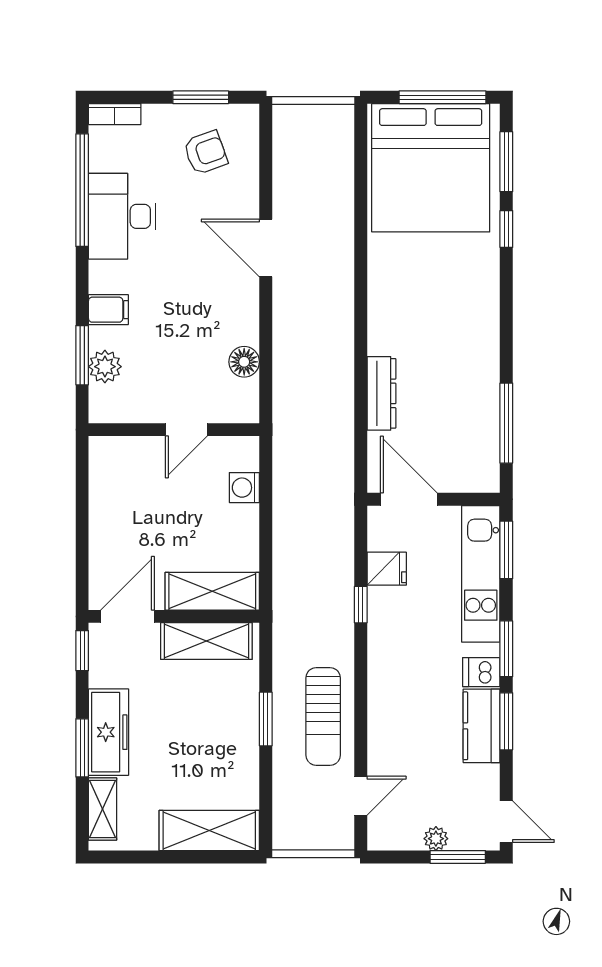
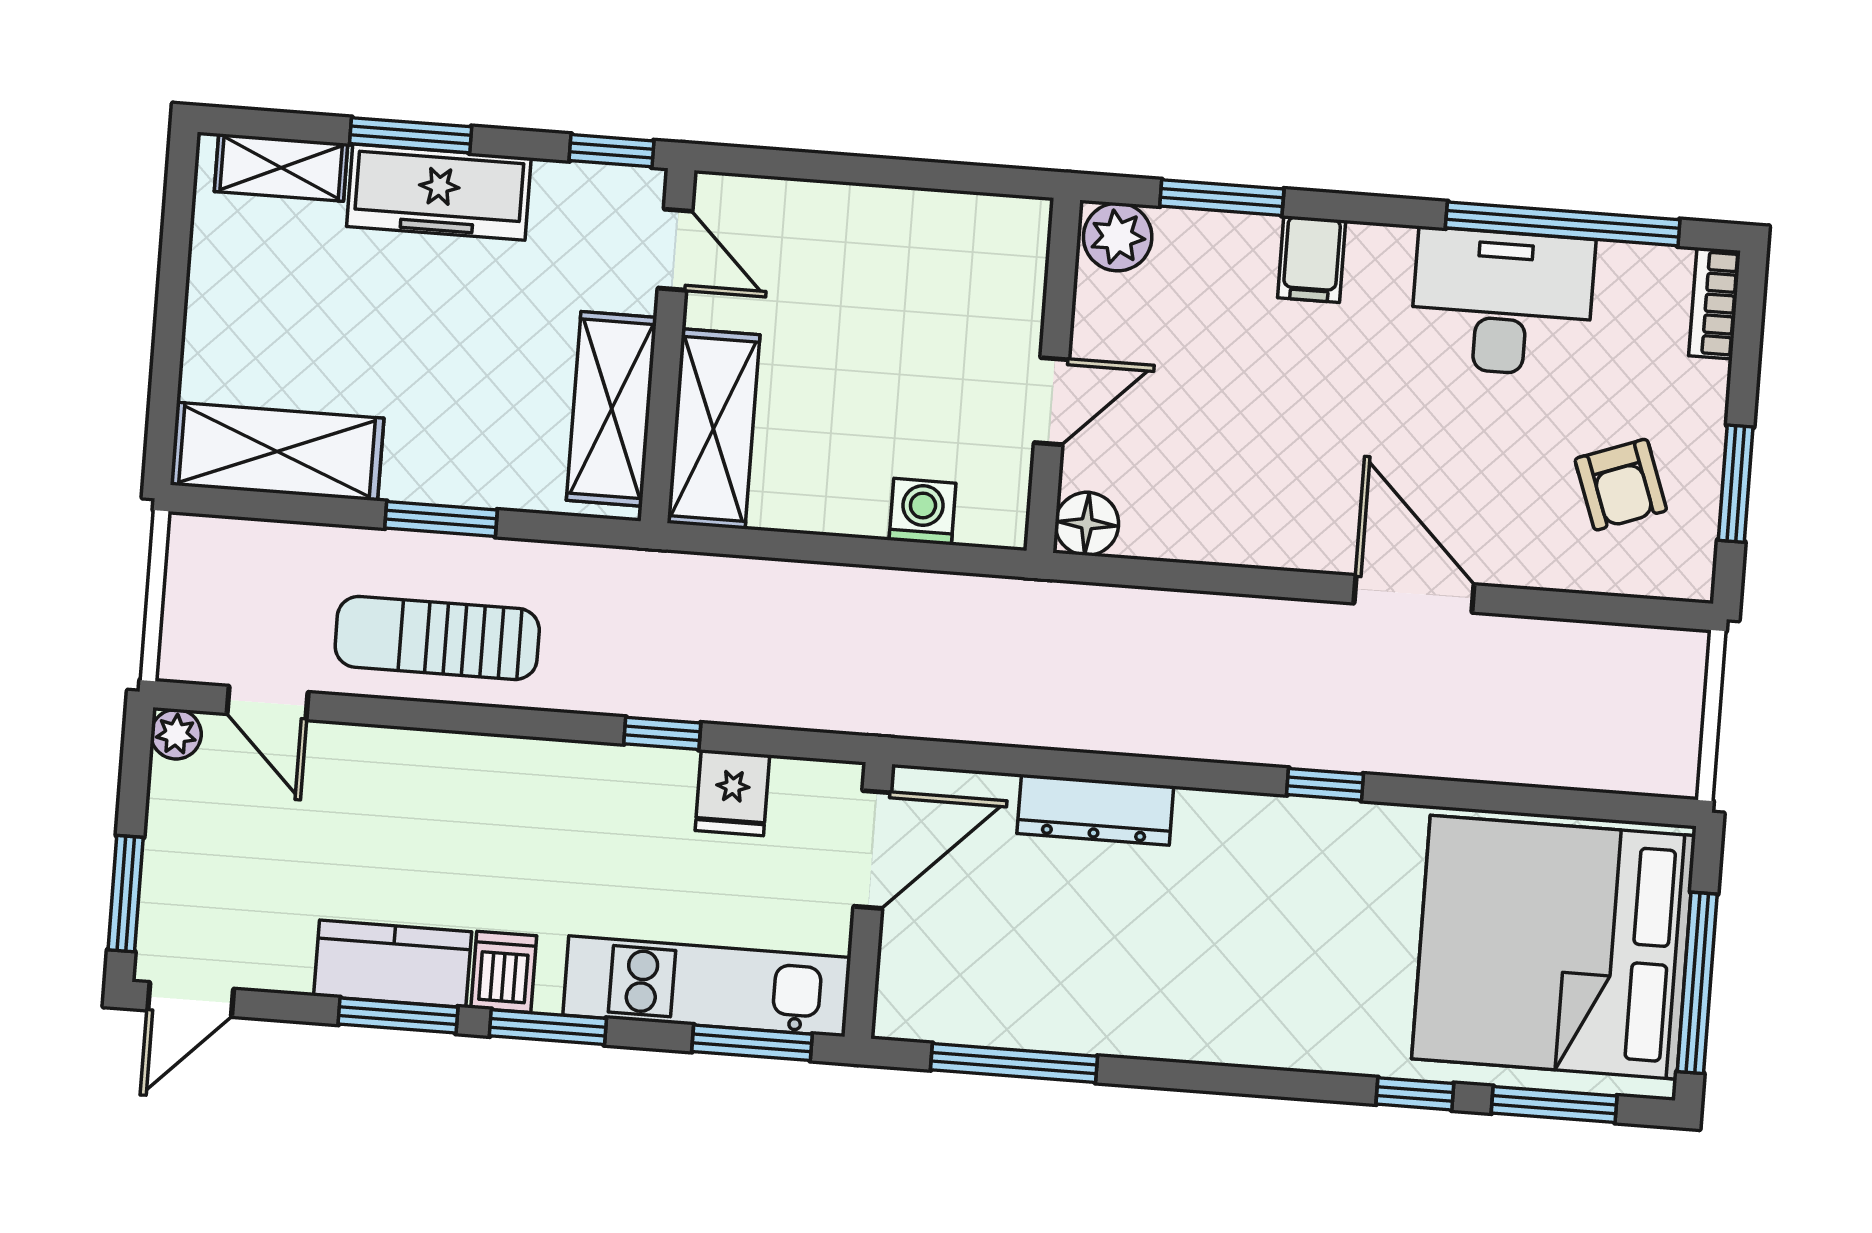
door: (266, 248) -> (1414, 594), hinge flipped
window: (361, 284) -> (1325, 784), added
floor lamp: (244, 362) -> (1087, 524), moved
plant: (105, 367) -> (1118, 237), moved
door: (186, 430) -> (1051, 401), swing flipped
door: (127, 616) -> (675, 250), width x0.73
shelving: (209, 831) -> (277, 452), moved, turned 90
plant: (436, 839) -> (176, 734), moved

